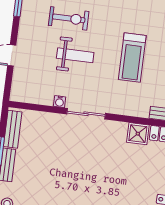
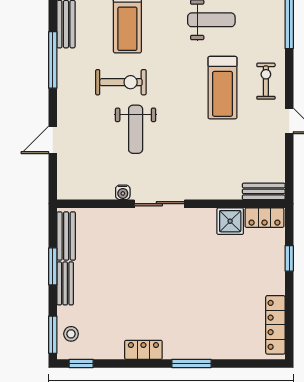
weight bench: (75, 55) -> (136, 129), turned 90
treadmill: (132, 58) -> (222, 88), moved

